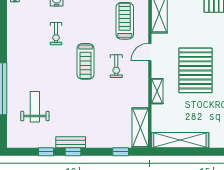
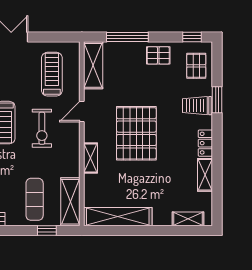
exercise bike: (116, 66) -> (42, 128), width x1.38, depth x1.39
exercise mat: (110, 126) -> (35, 199), added

